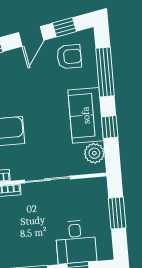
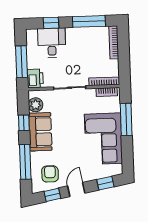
armchair: (69, 57) -> (50, 174), turned 90
printer: (97, 190) -> (35, 78), added
window: (117, 213) -> (22, 62), width x1.44

